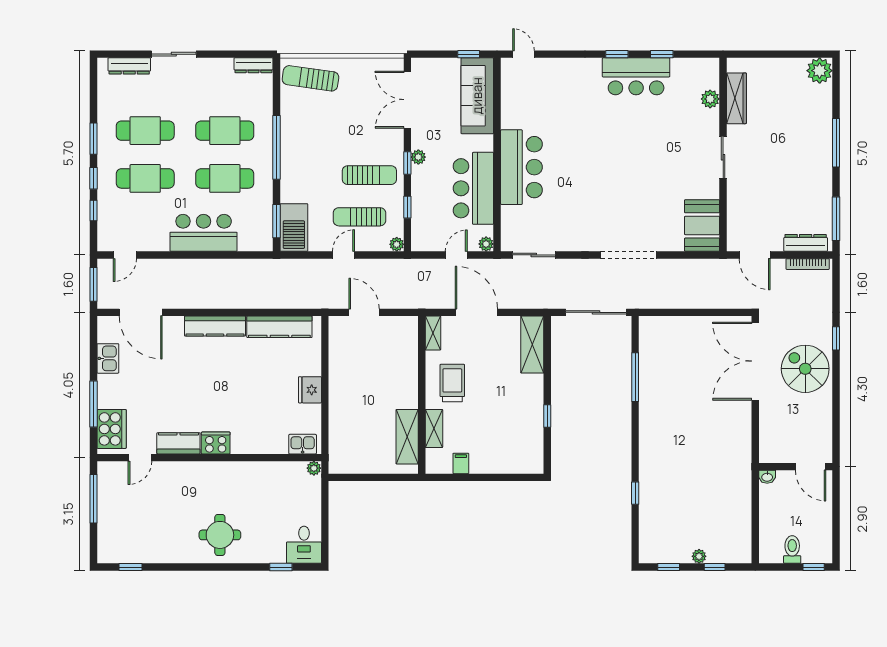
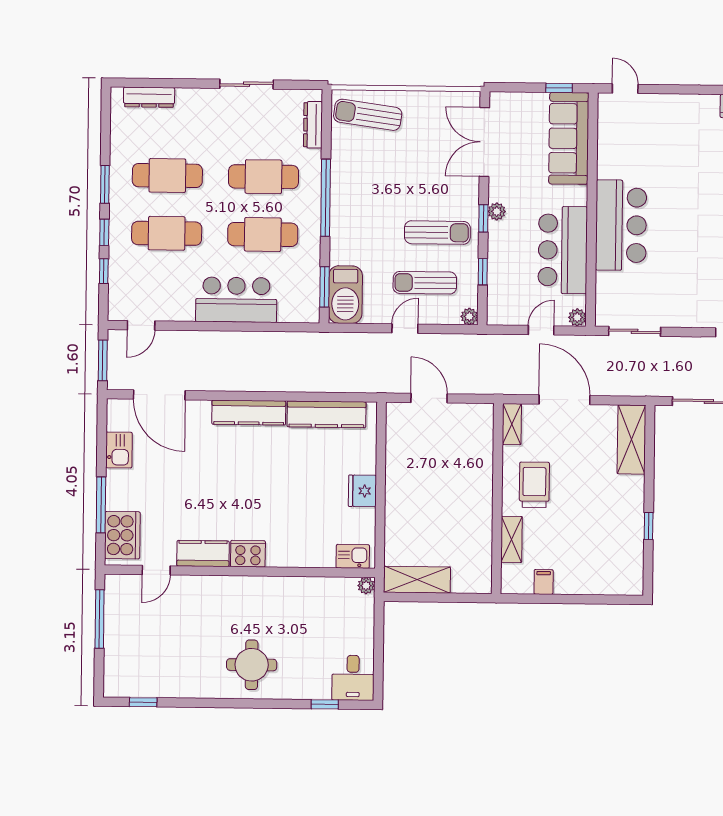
sliding door: (174, 54) -> (247, 84), moved
dresser: (254, 65) -> (313, 125), moved, turned 90
shelving: (407, 437) -> (417, 580), moved, turned 90

